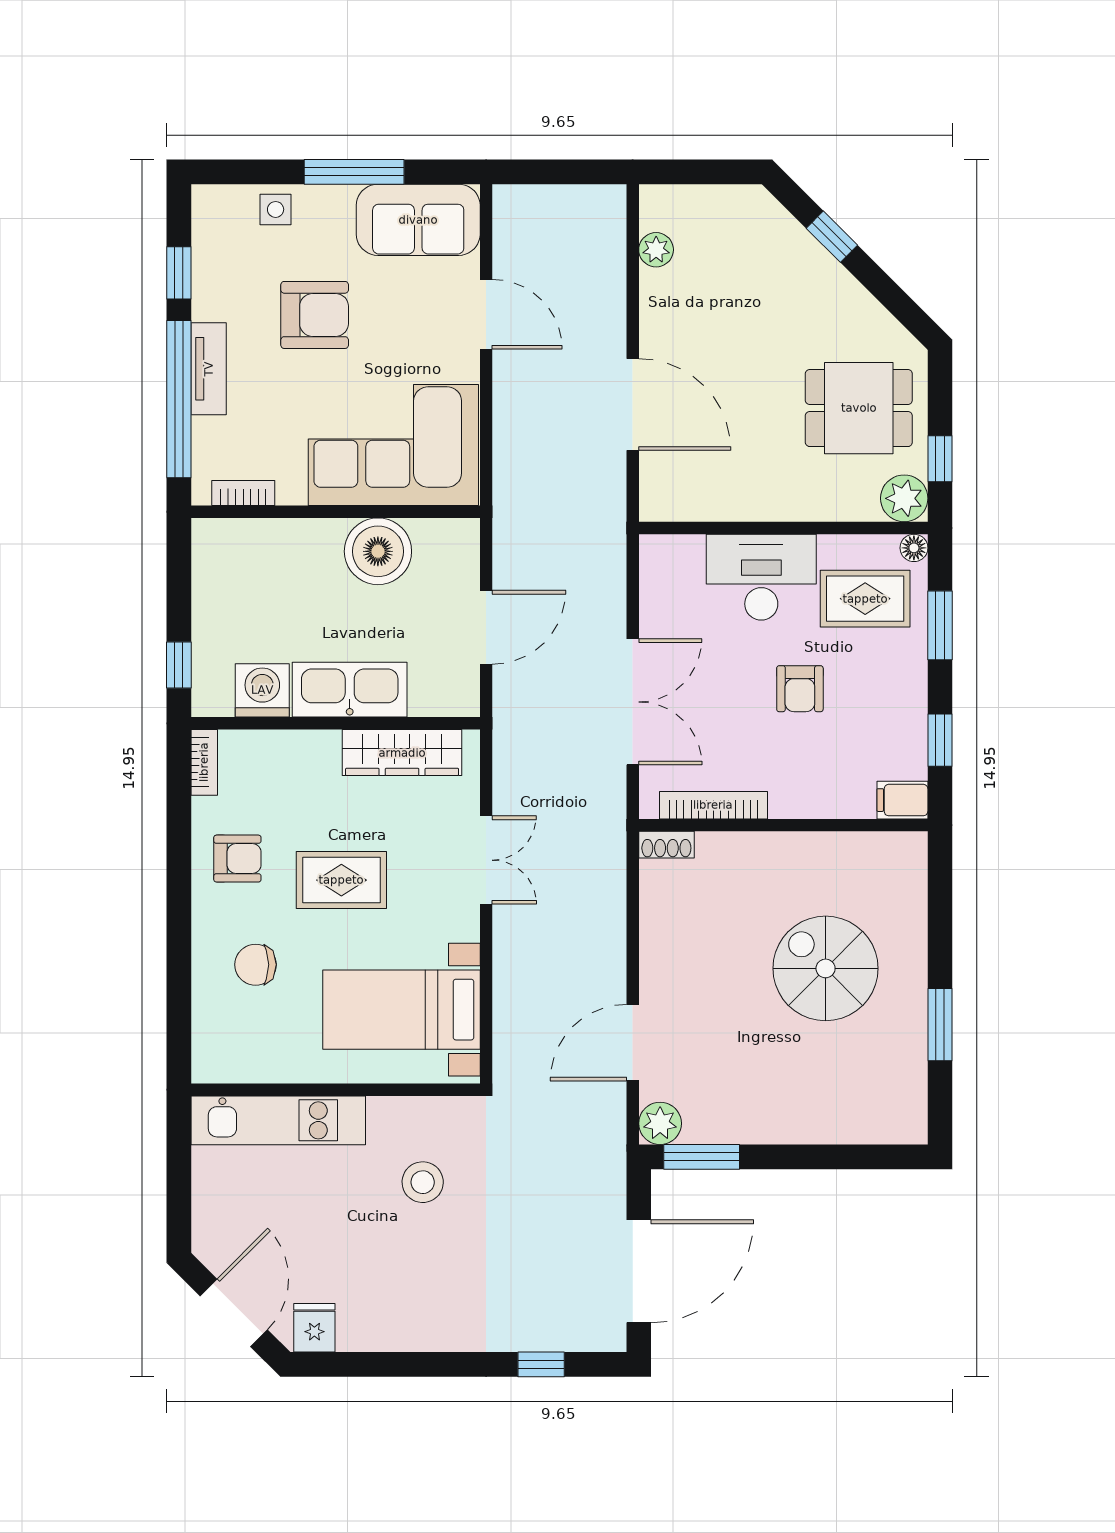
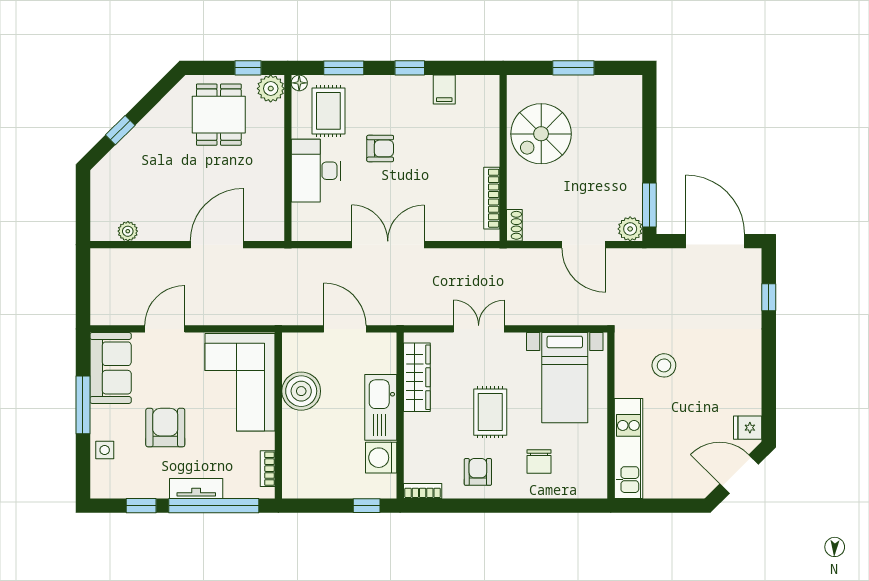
bookcase: (713, 805) -> (492, 198), moved
wall: (783, 825) -> (503, 158), moved
shoe rack: (666, 845) -> (514, 225), moved

